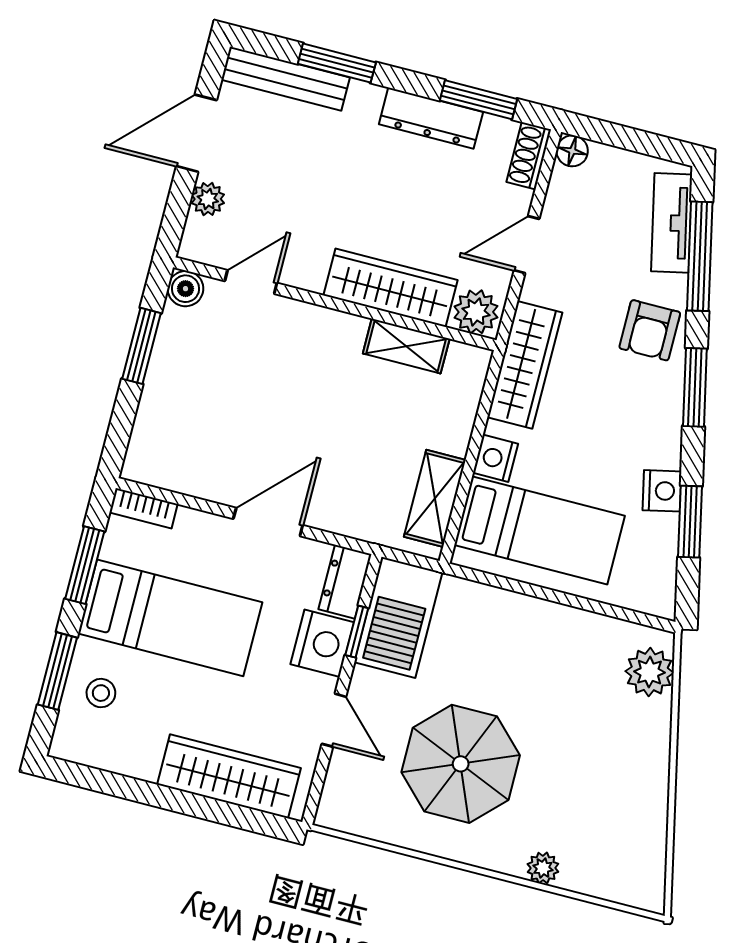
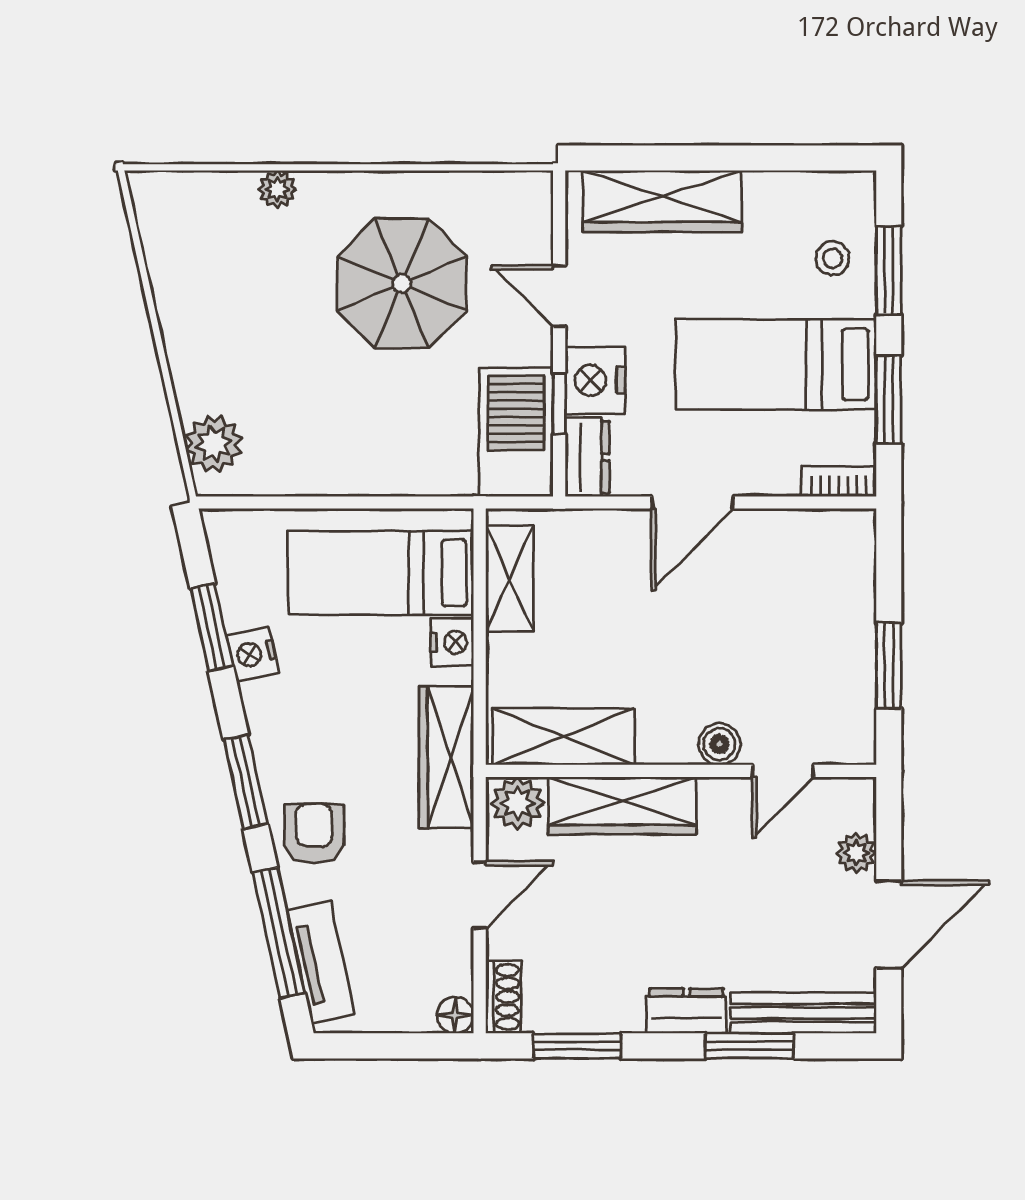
dresser: (431, 118) -> (686, 1011), moved, width x0.70
boiler: (185, 289) -> (719, 744), moved
shelving: (406, 346) -> (563, 737), width x1.50, depth x1.33

